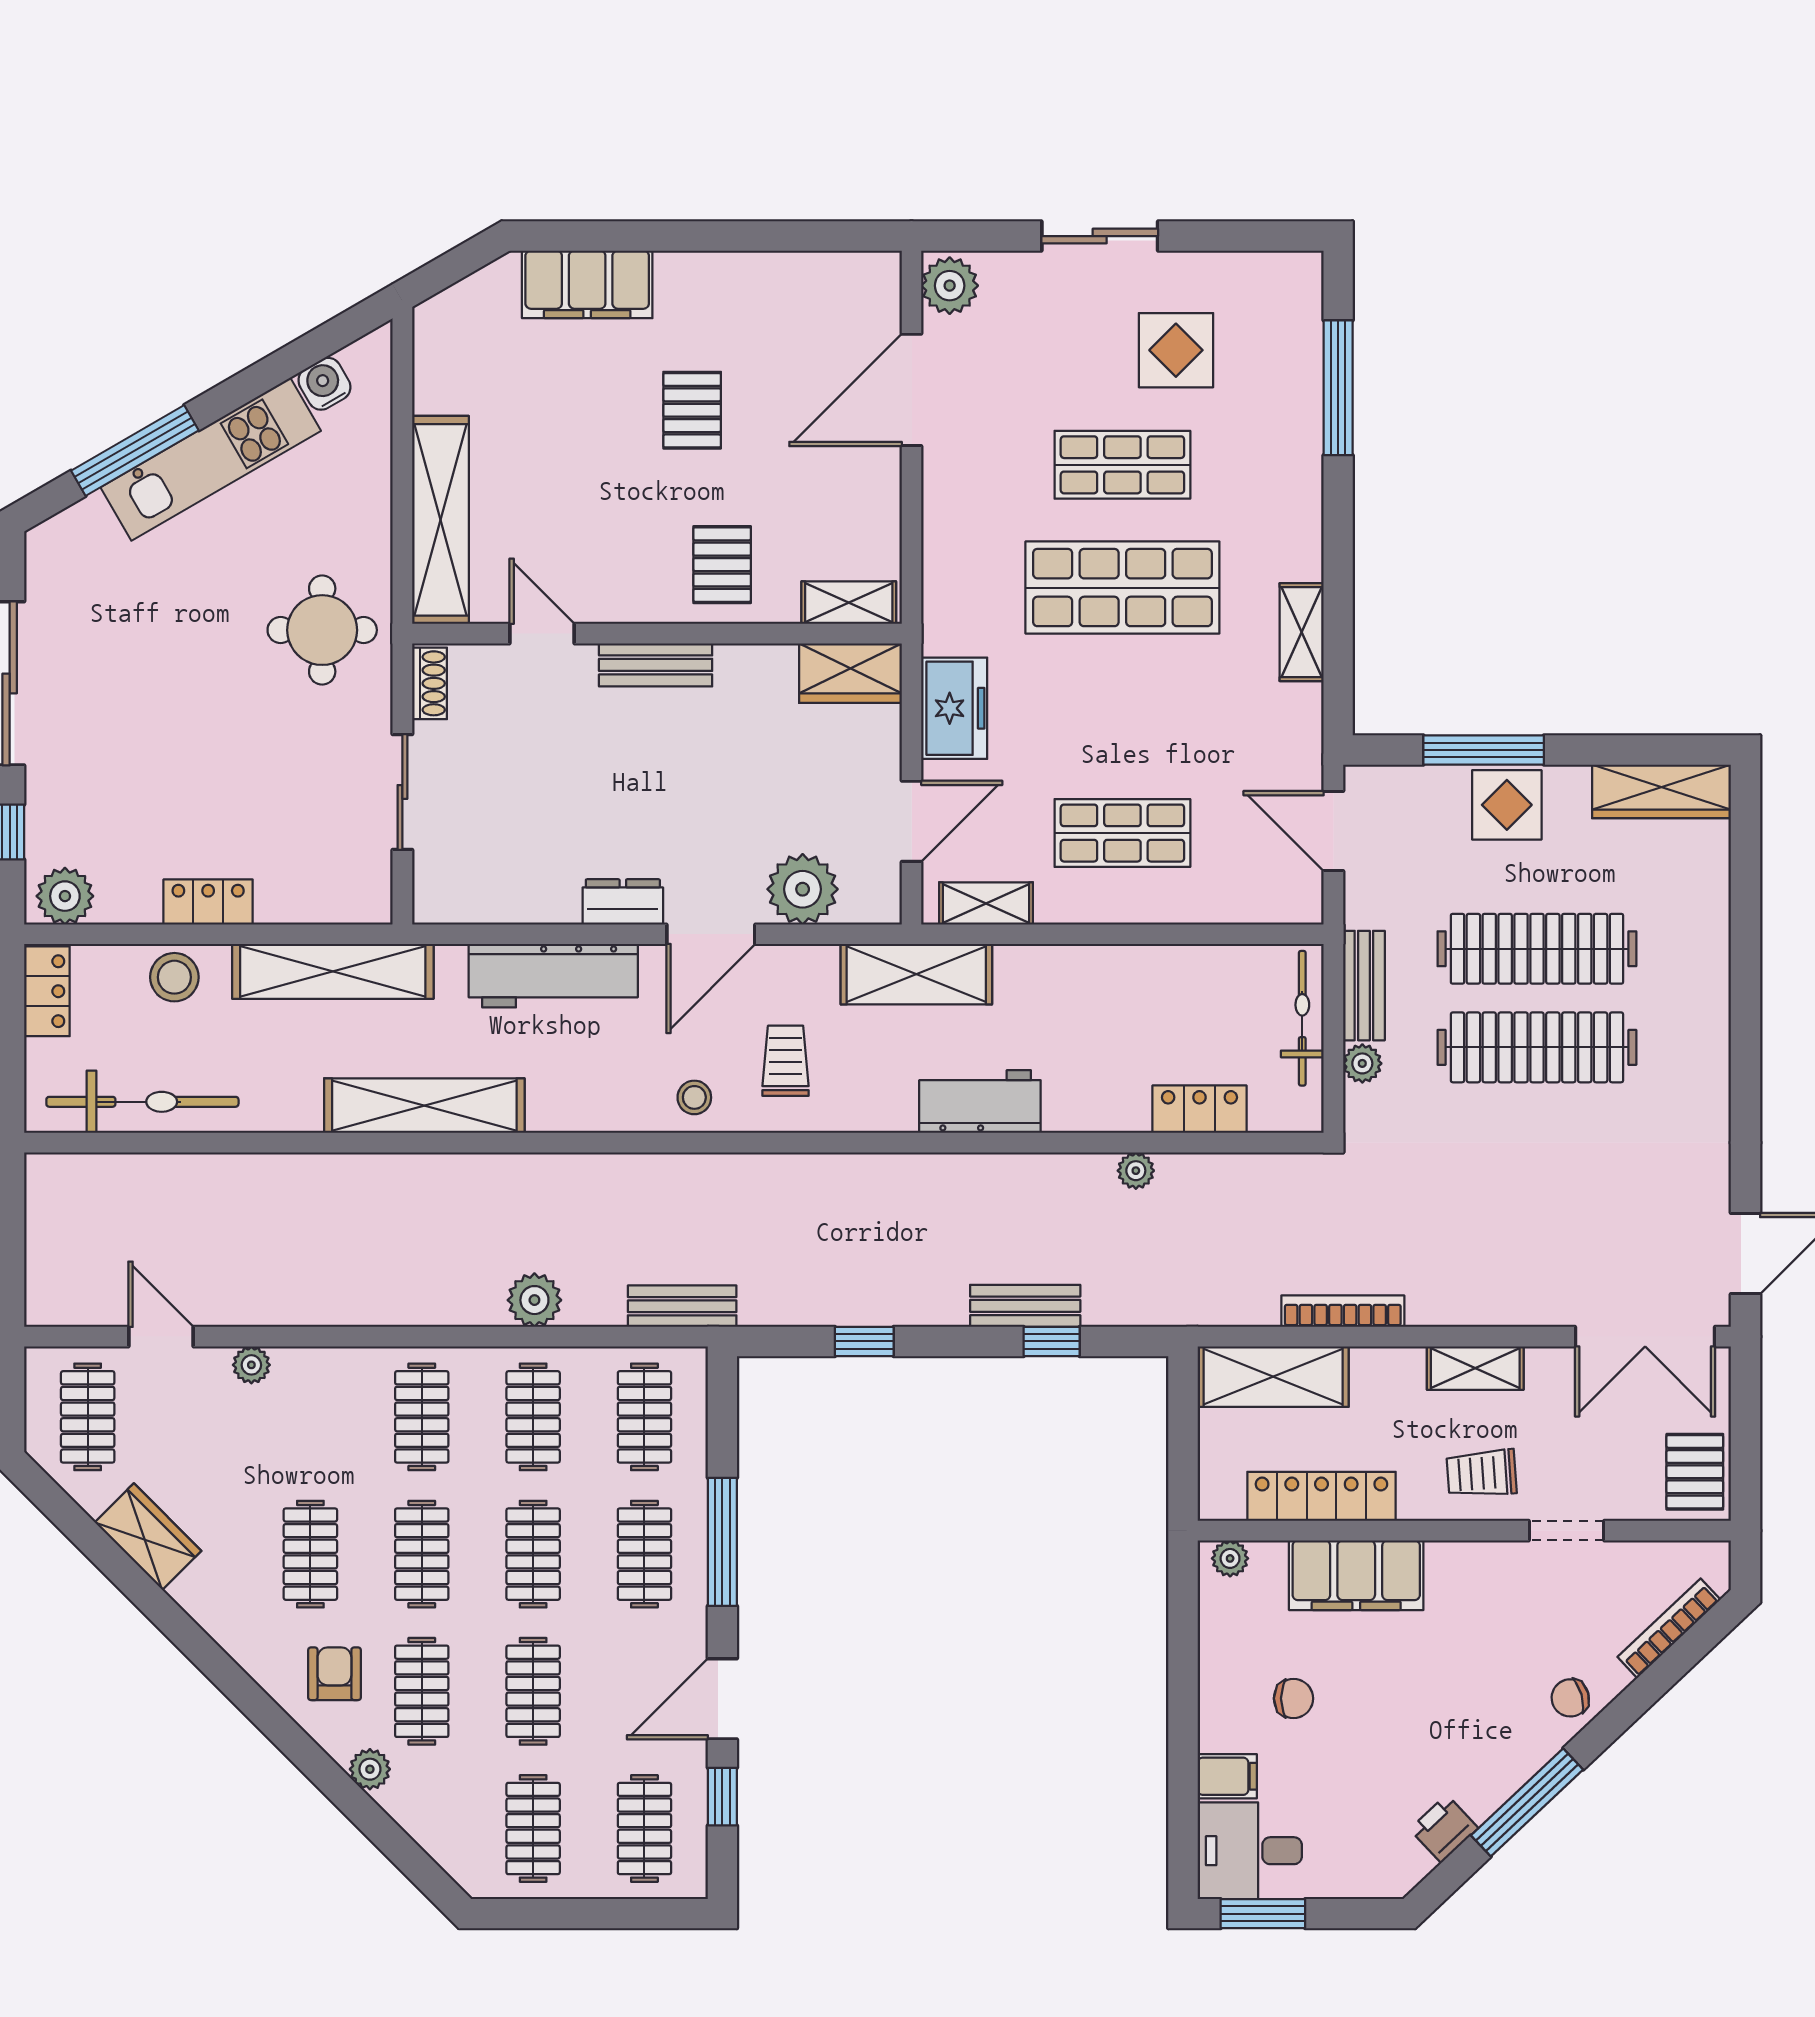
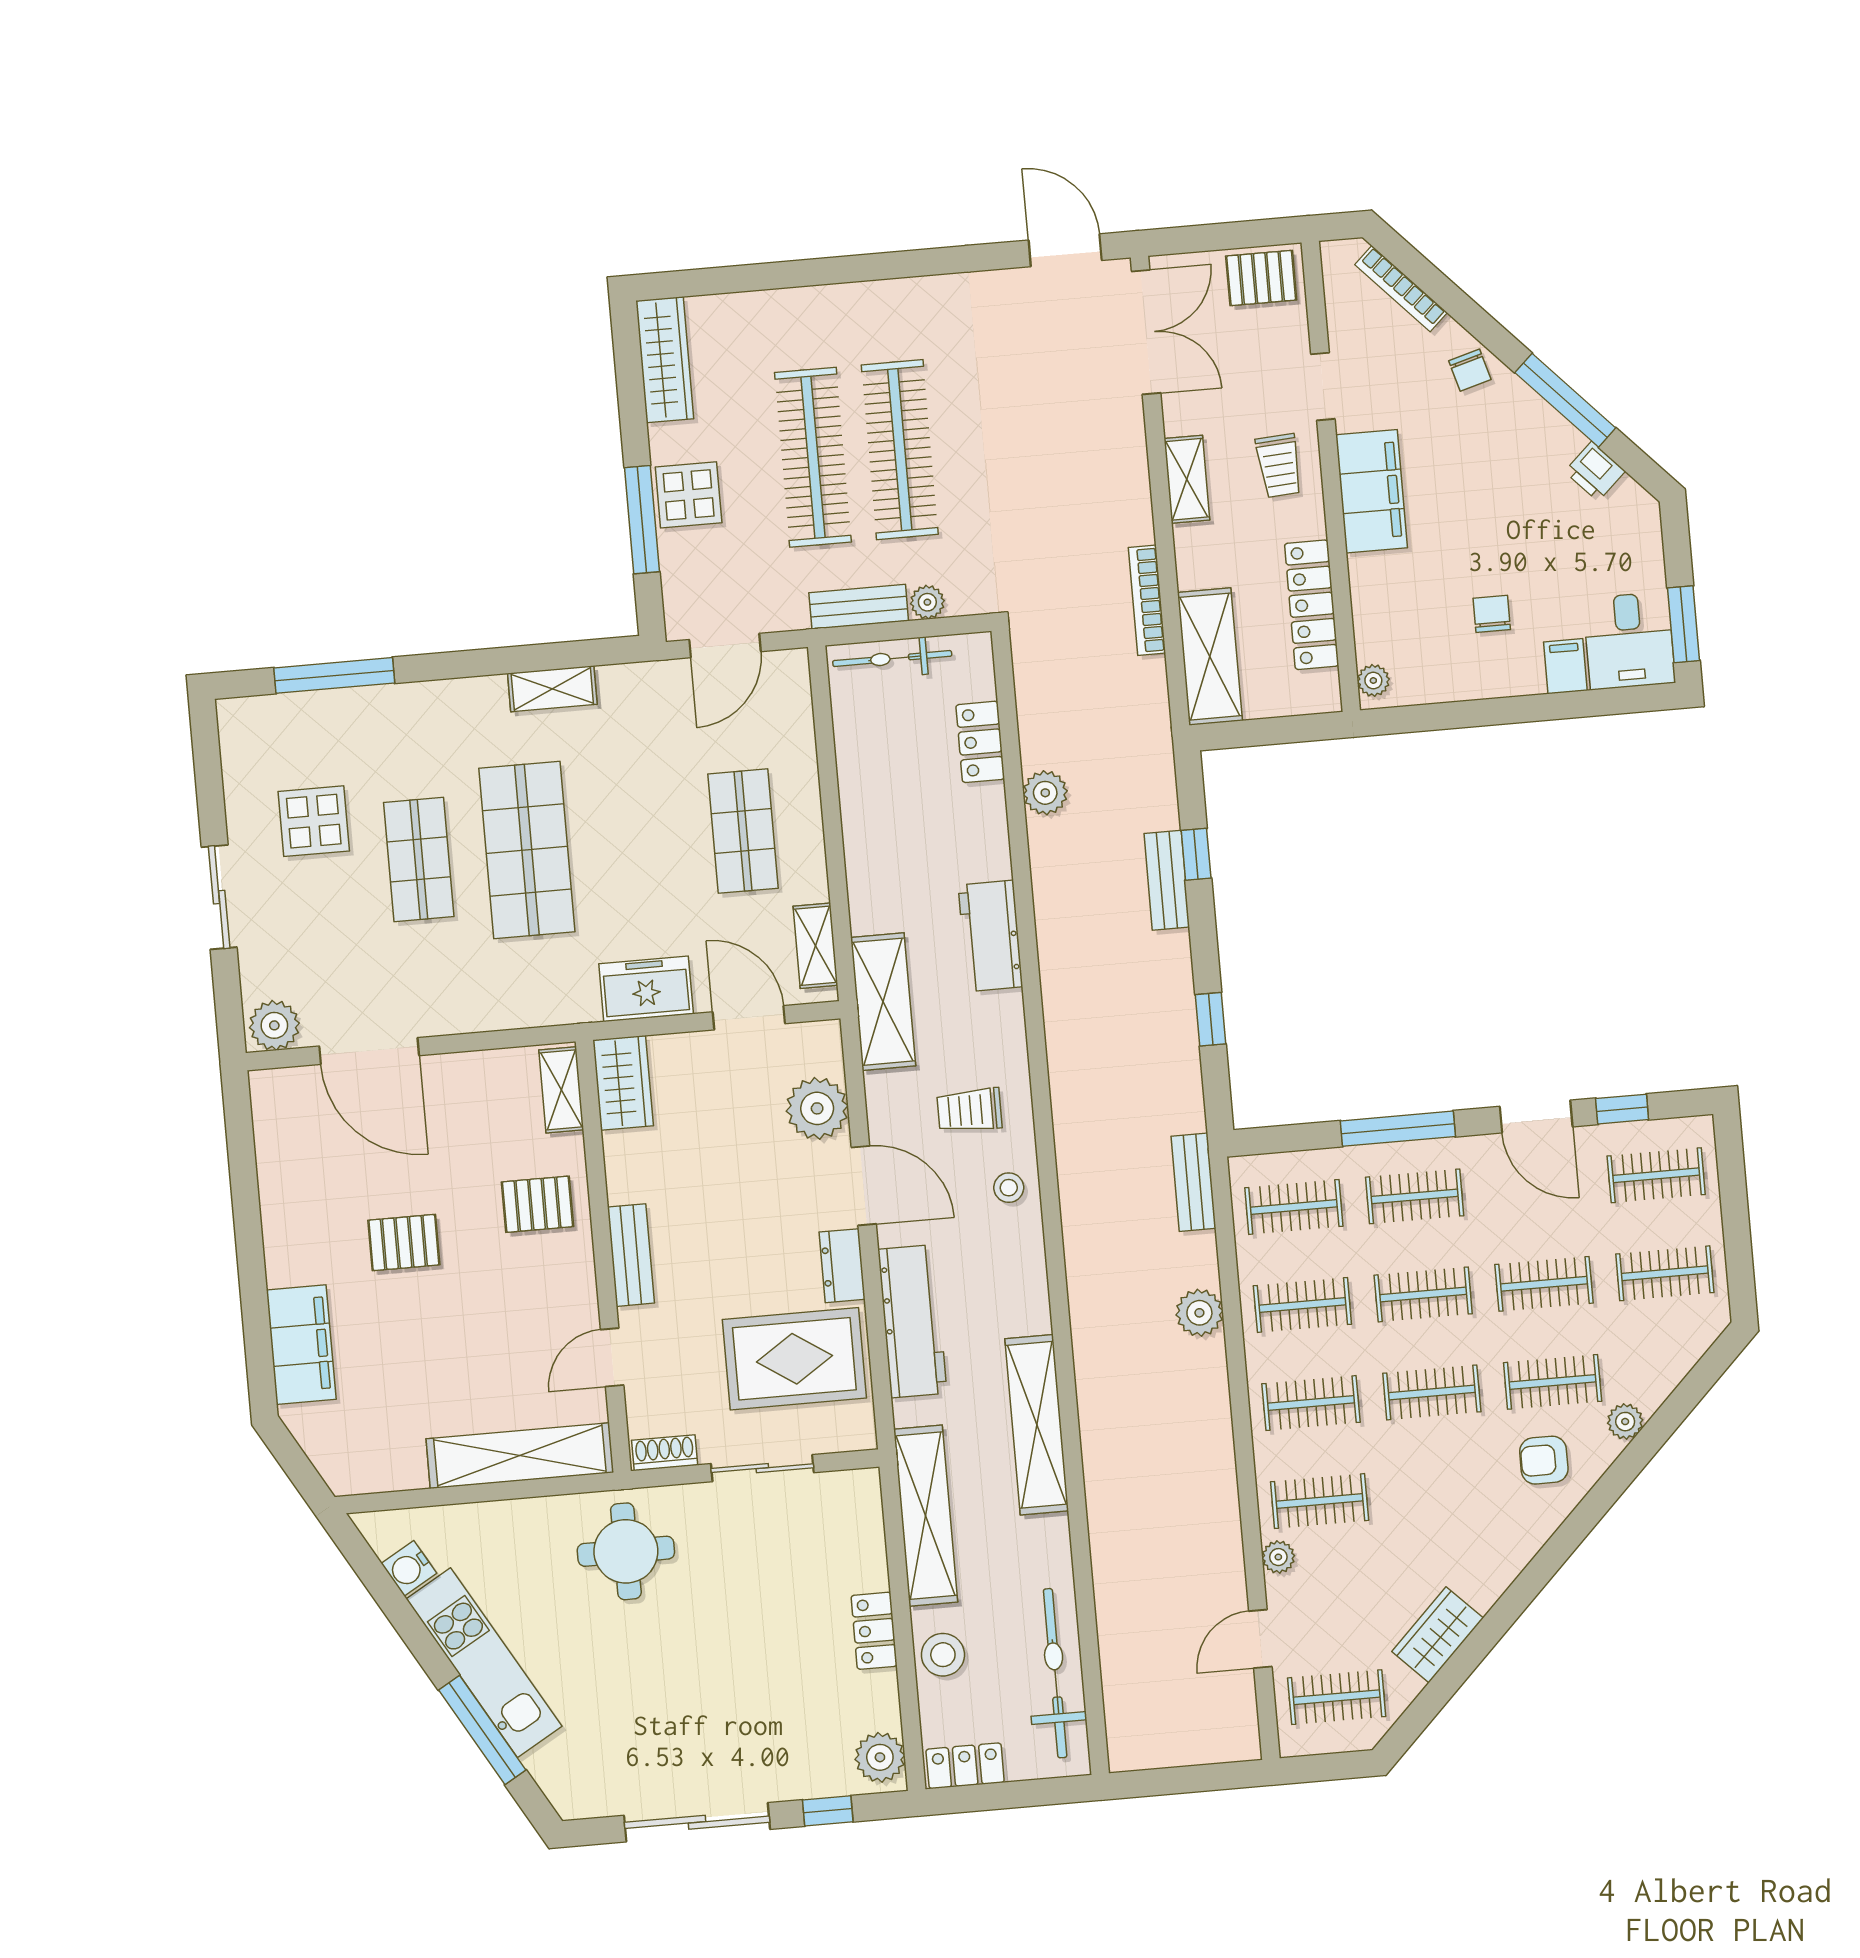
rug: (523, 839) -> (794, 1359), added
plant: (1136, 1171) -> (1045, 793), width x1.38, depth x1.38
clothes rail: (310, 1554) -> (1320, 1501), moved
filing cabinet: (1356, 1575) -> (1372, 491), moved

